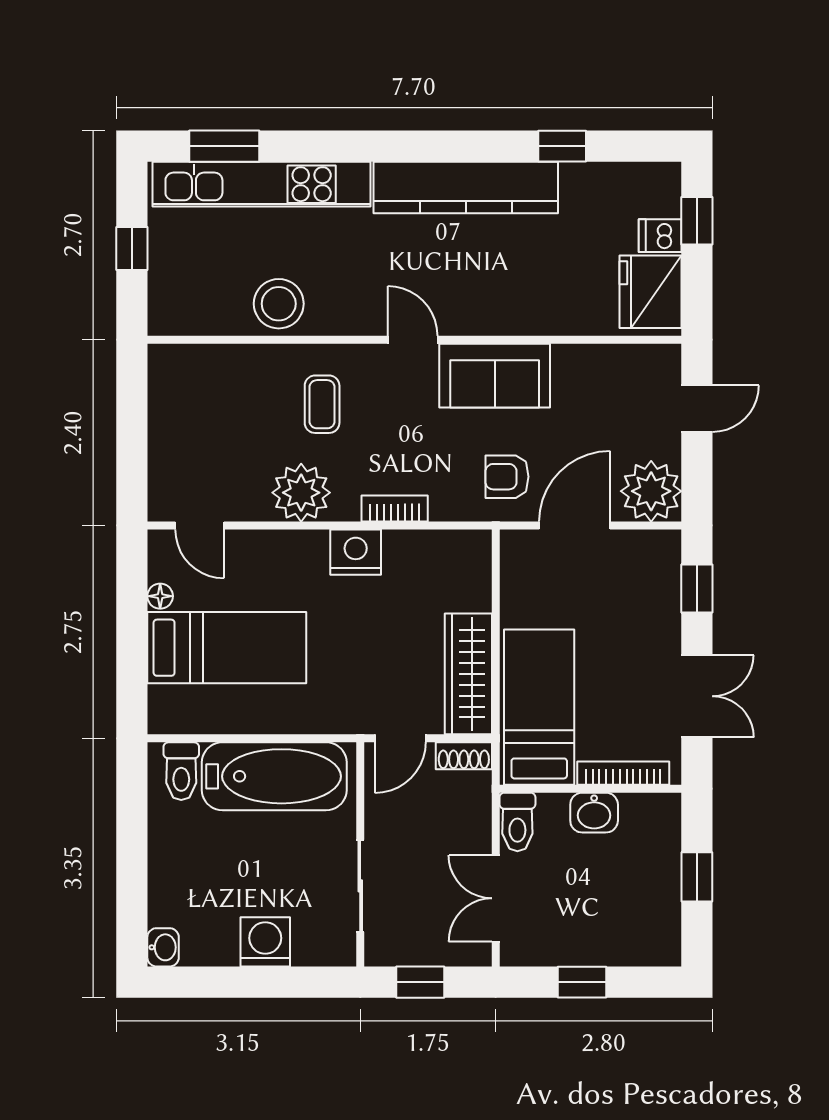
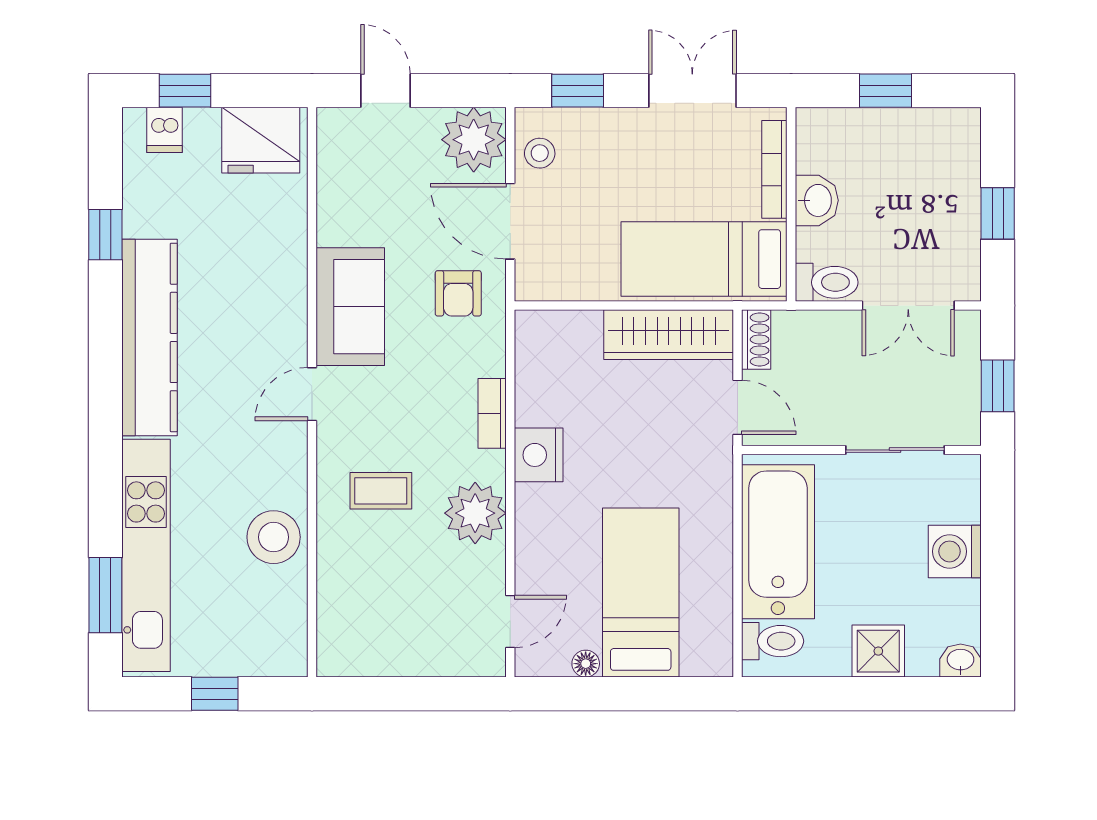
dishwasher: (660, 236) -> (164, 130), moved
stool: (638, 553) -> (540, 153), added
shower: (172, 870) -> (878, 651), added

